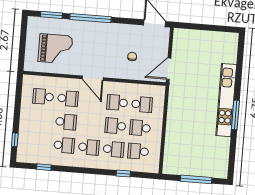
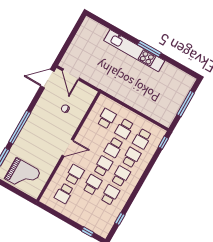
grand piano: (55, 49) -> (23, 175), moved, turned 90
door: (169, 69) -> (71, 74), moved
school desk: (117, 102) -> (103, 166), moved, turned 180
window: (123, 173) -> (163, 143), moved

